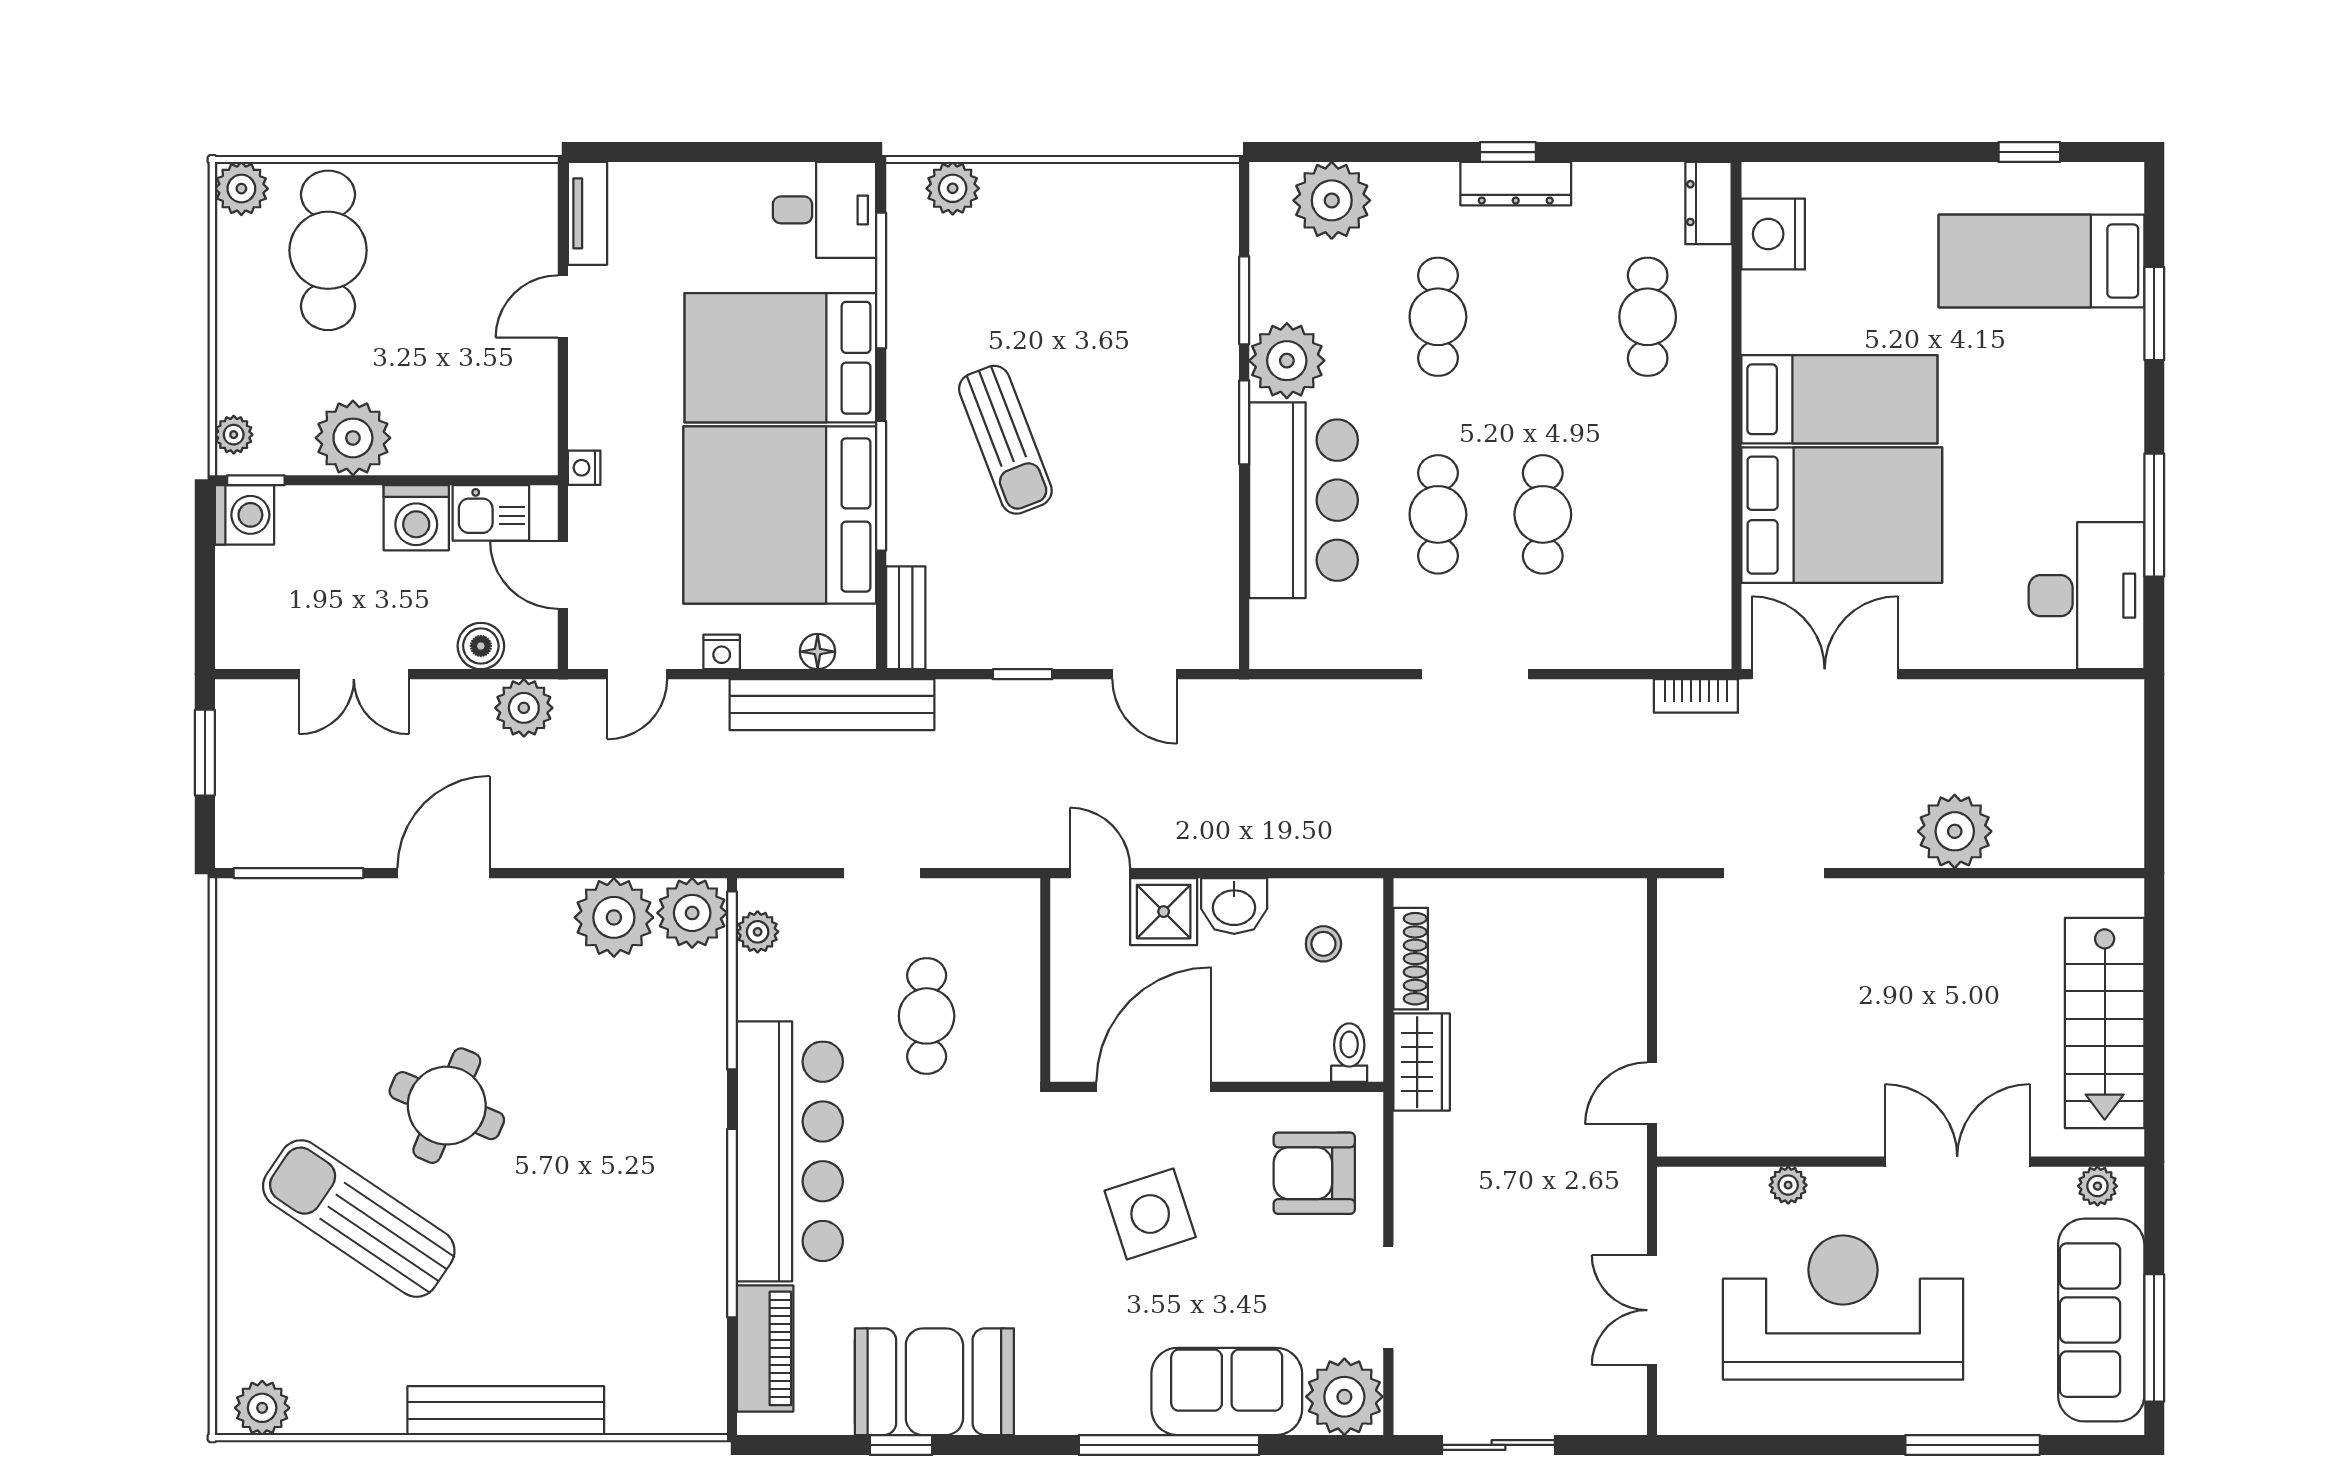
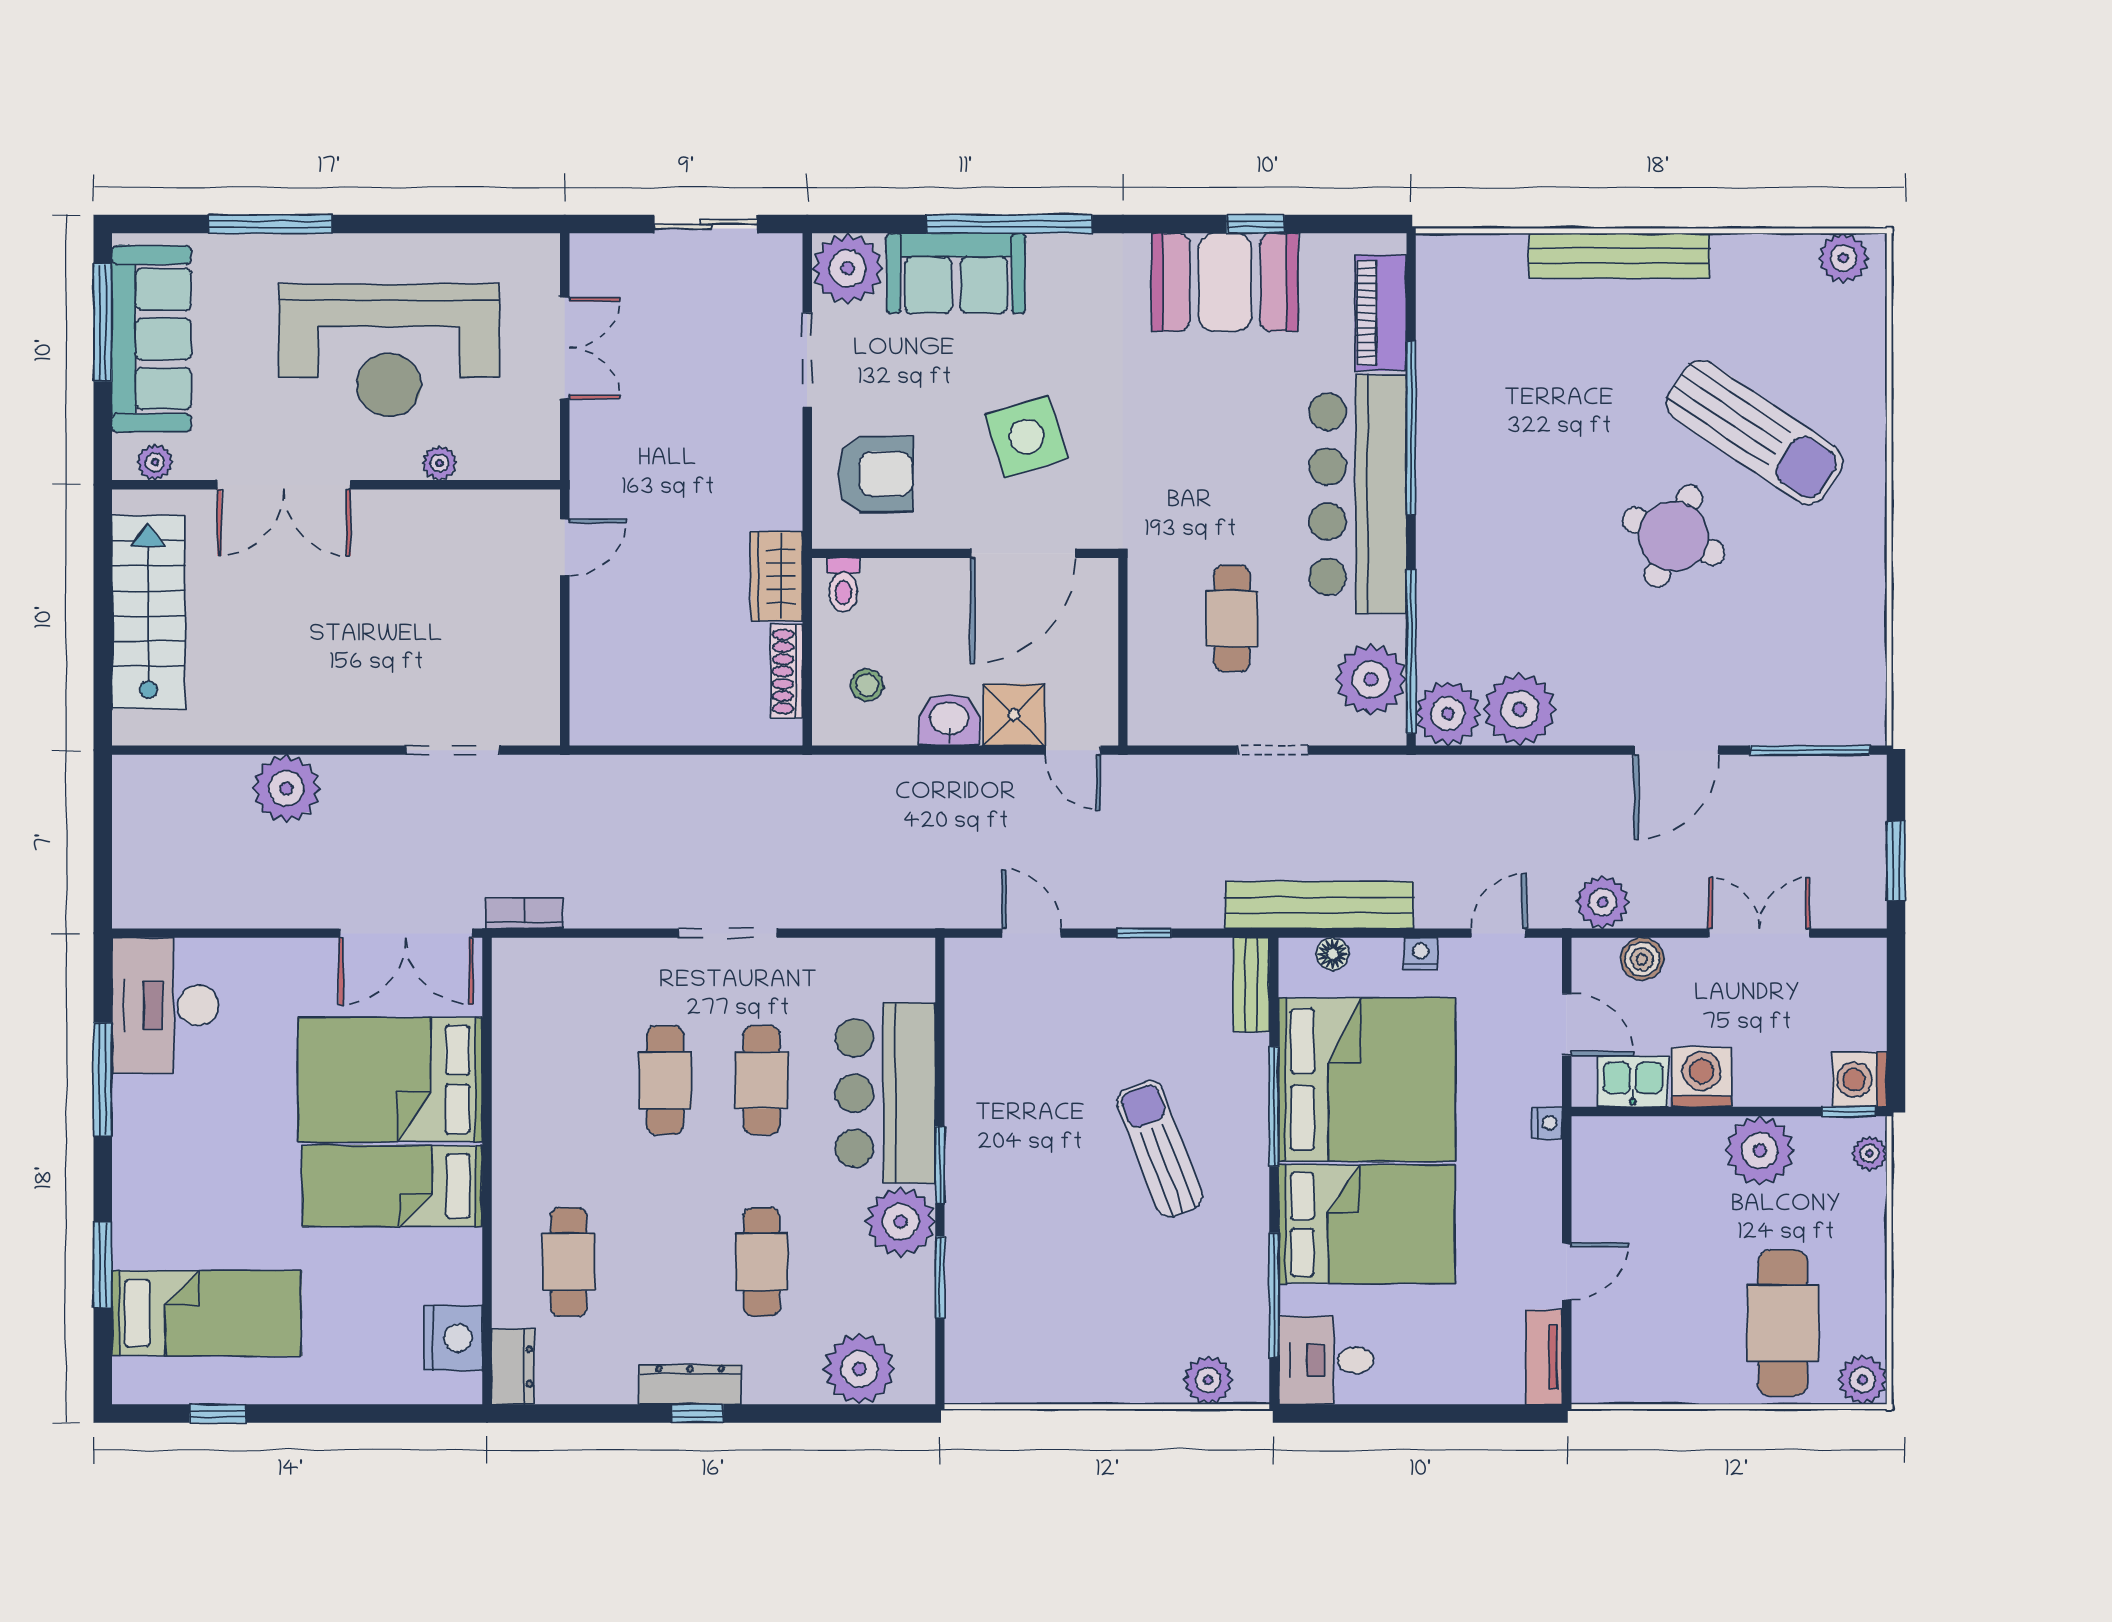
plant: (758, 932) -> (1371, 679), width x1.87, depth x1.87

